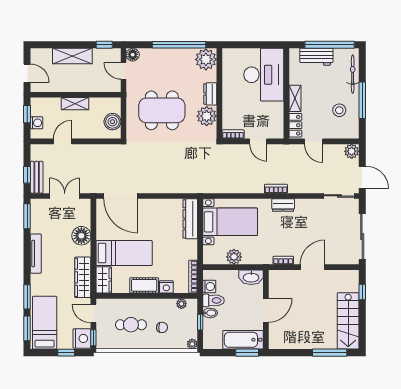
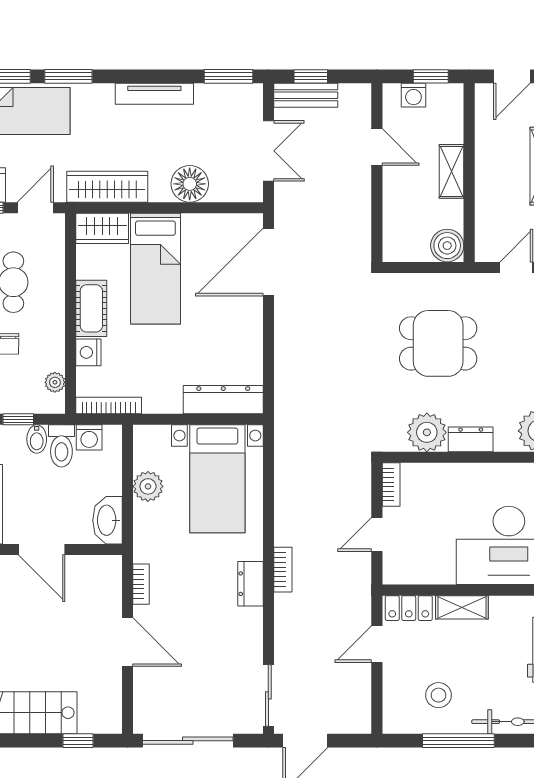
dining table: (162, 110) -> (438, 343), width x0.73
boiler: (112, 122) -> (447, 246), moved
plant: (352, 151) -> (357, 719), removed

